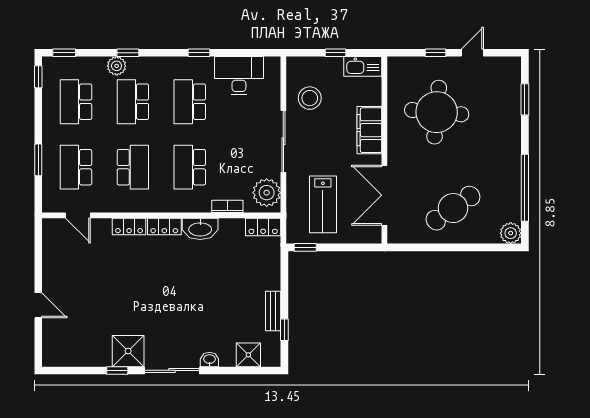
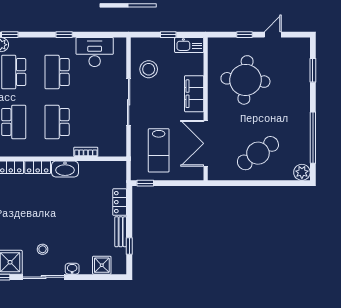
plant: (267, 193) -> (116, 141), removed
locker: (263, 227) -> (120, 202), moved, turned 90
stool: (171, 334) -> (43, 249), added

